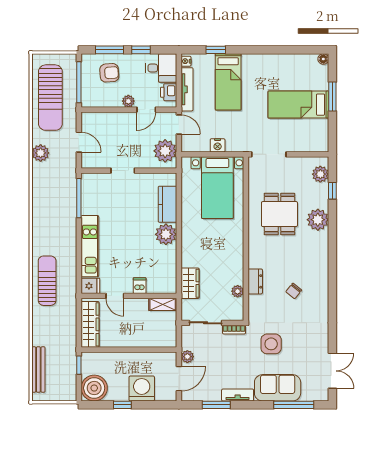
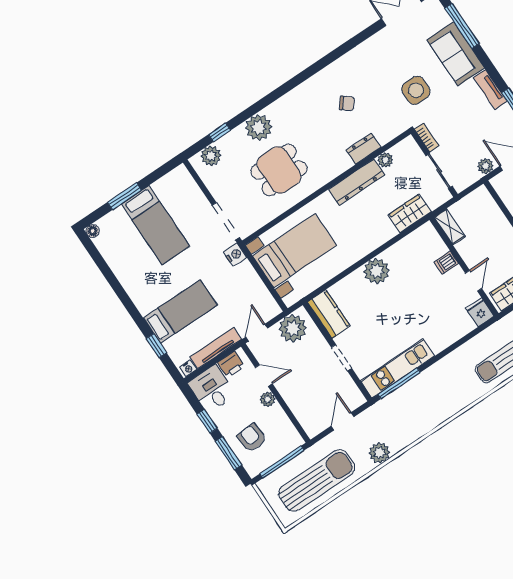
nightstand: (218, 145) -> (235, 255), moved
kitchen counter: (167, 204) -> (329, 314), moved, turned -90
kitchen unit: (90, 246) -> (397, 369), moved
dresser: (236, 261) -> (357, 182), added

